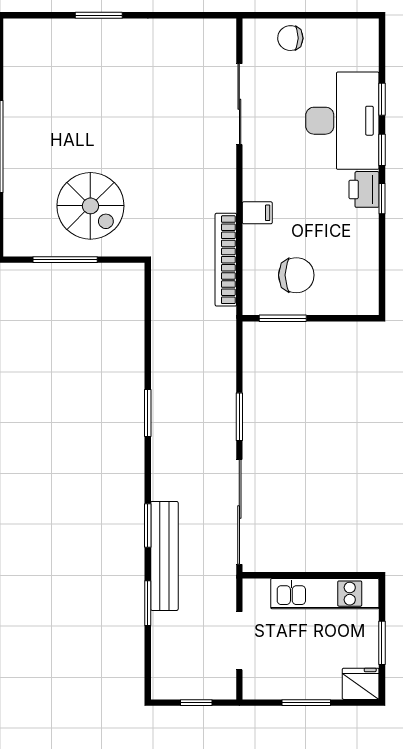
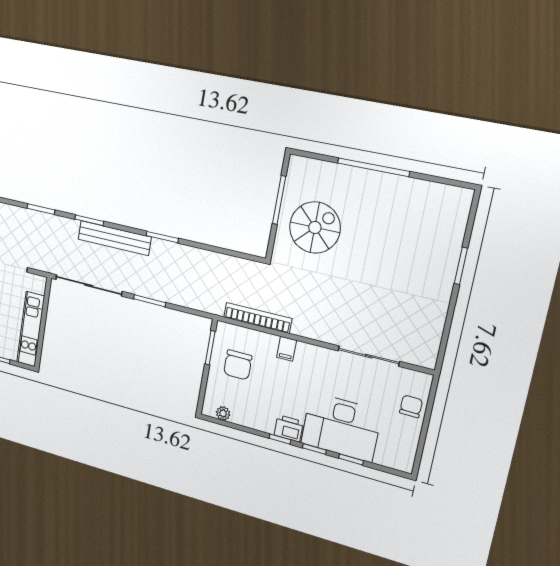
spiral stairs: (90, 206) -> (315, 227), turned 180
plant: (369, 284) -> (223, 413), added
bench: (164, 556) -> (114, 238), moved

